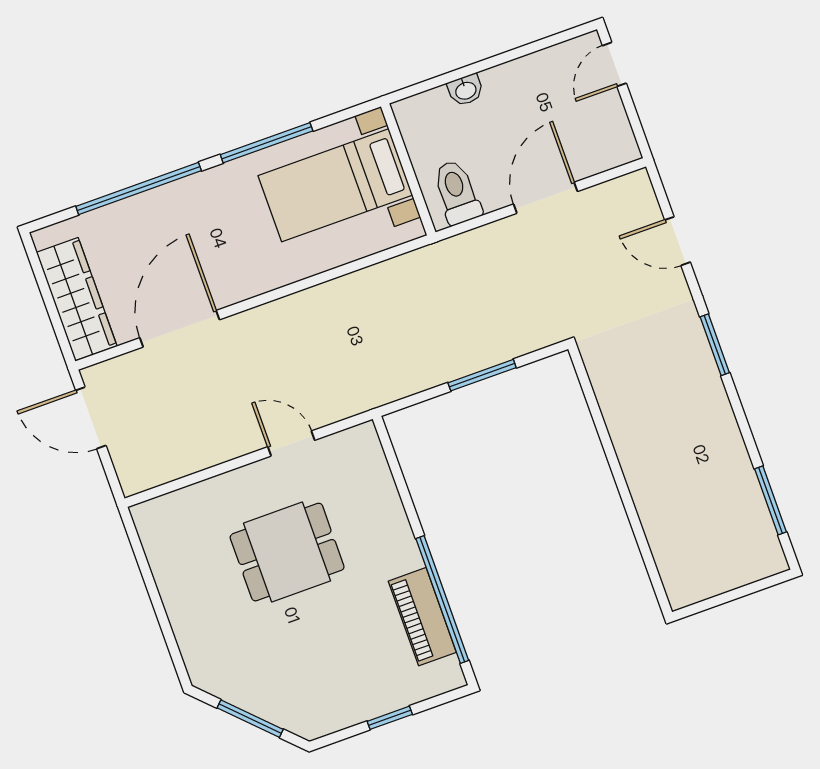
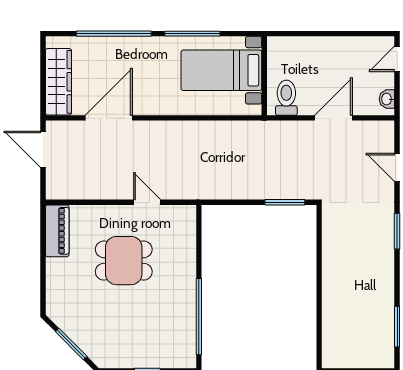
washbasin: (466, 90) -> (387, 99), moved, turned 90
window: (482, 375) -> (285, 202), moved
piano: (422, 617) -> (57, 231), moved, turned 180

